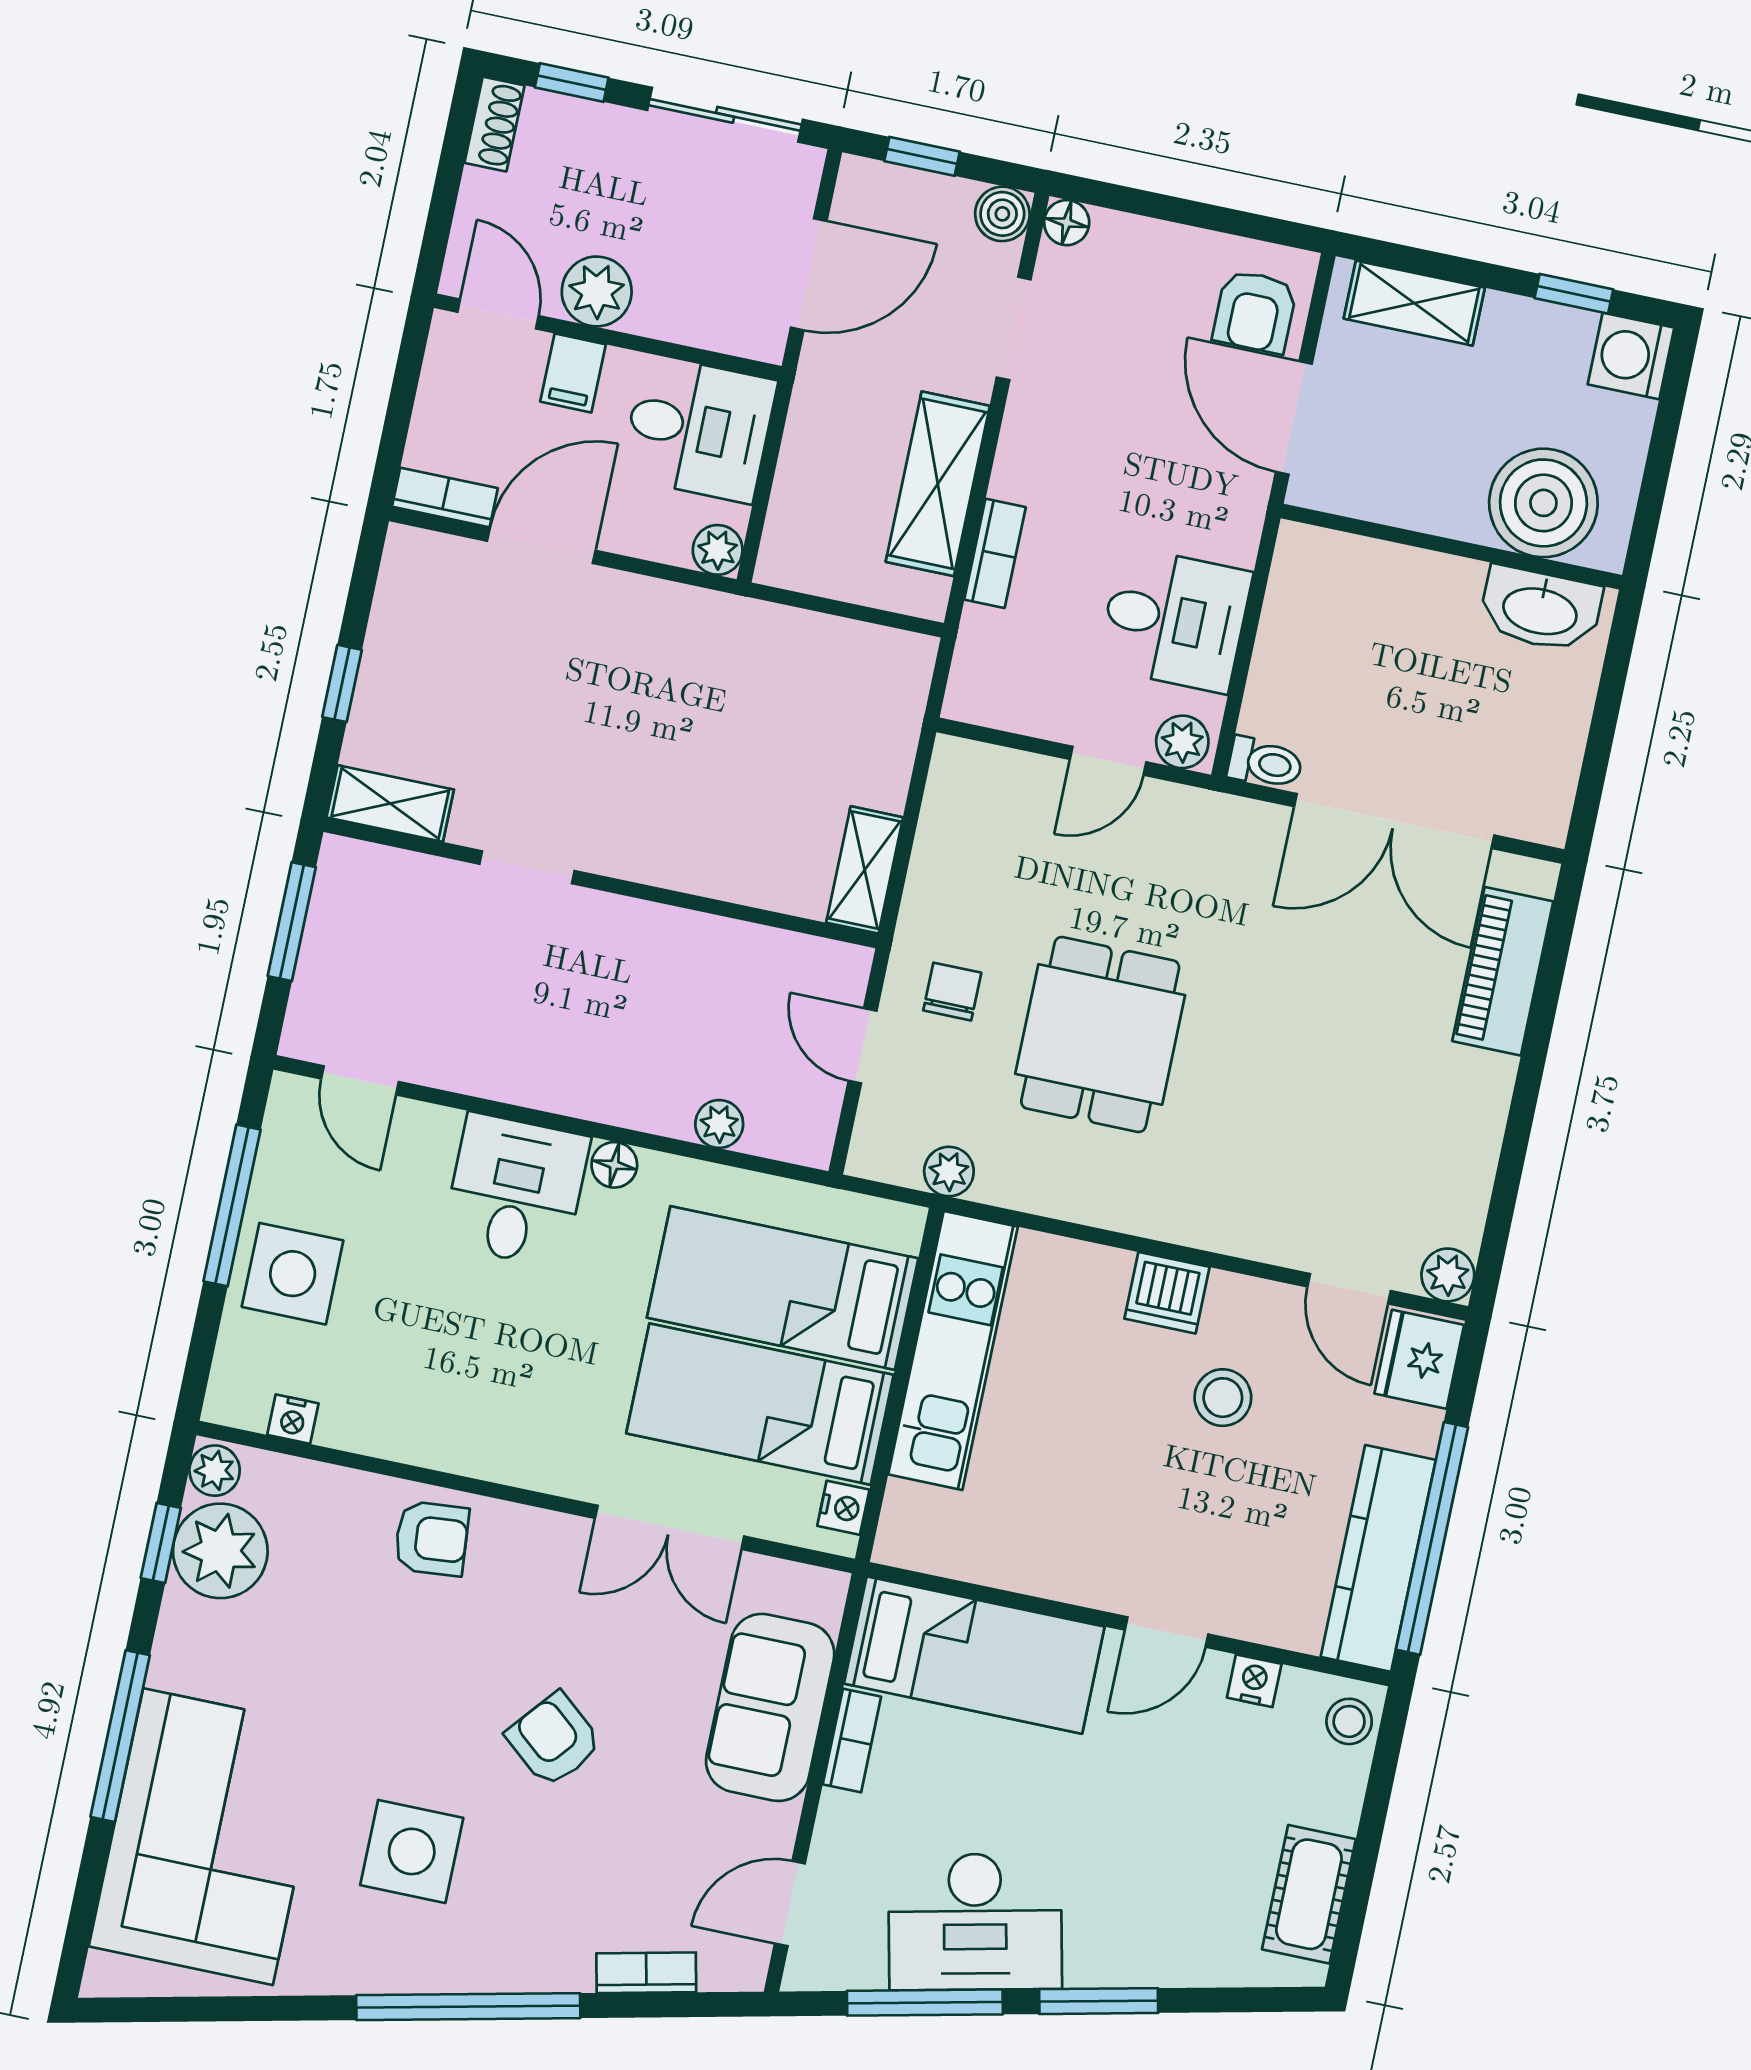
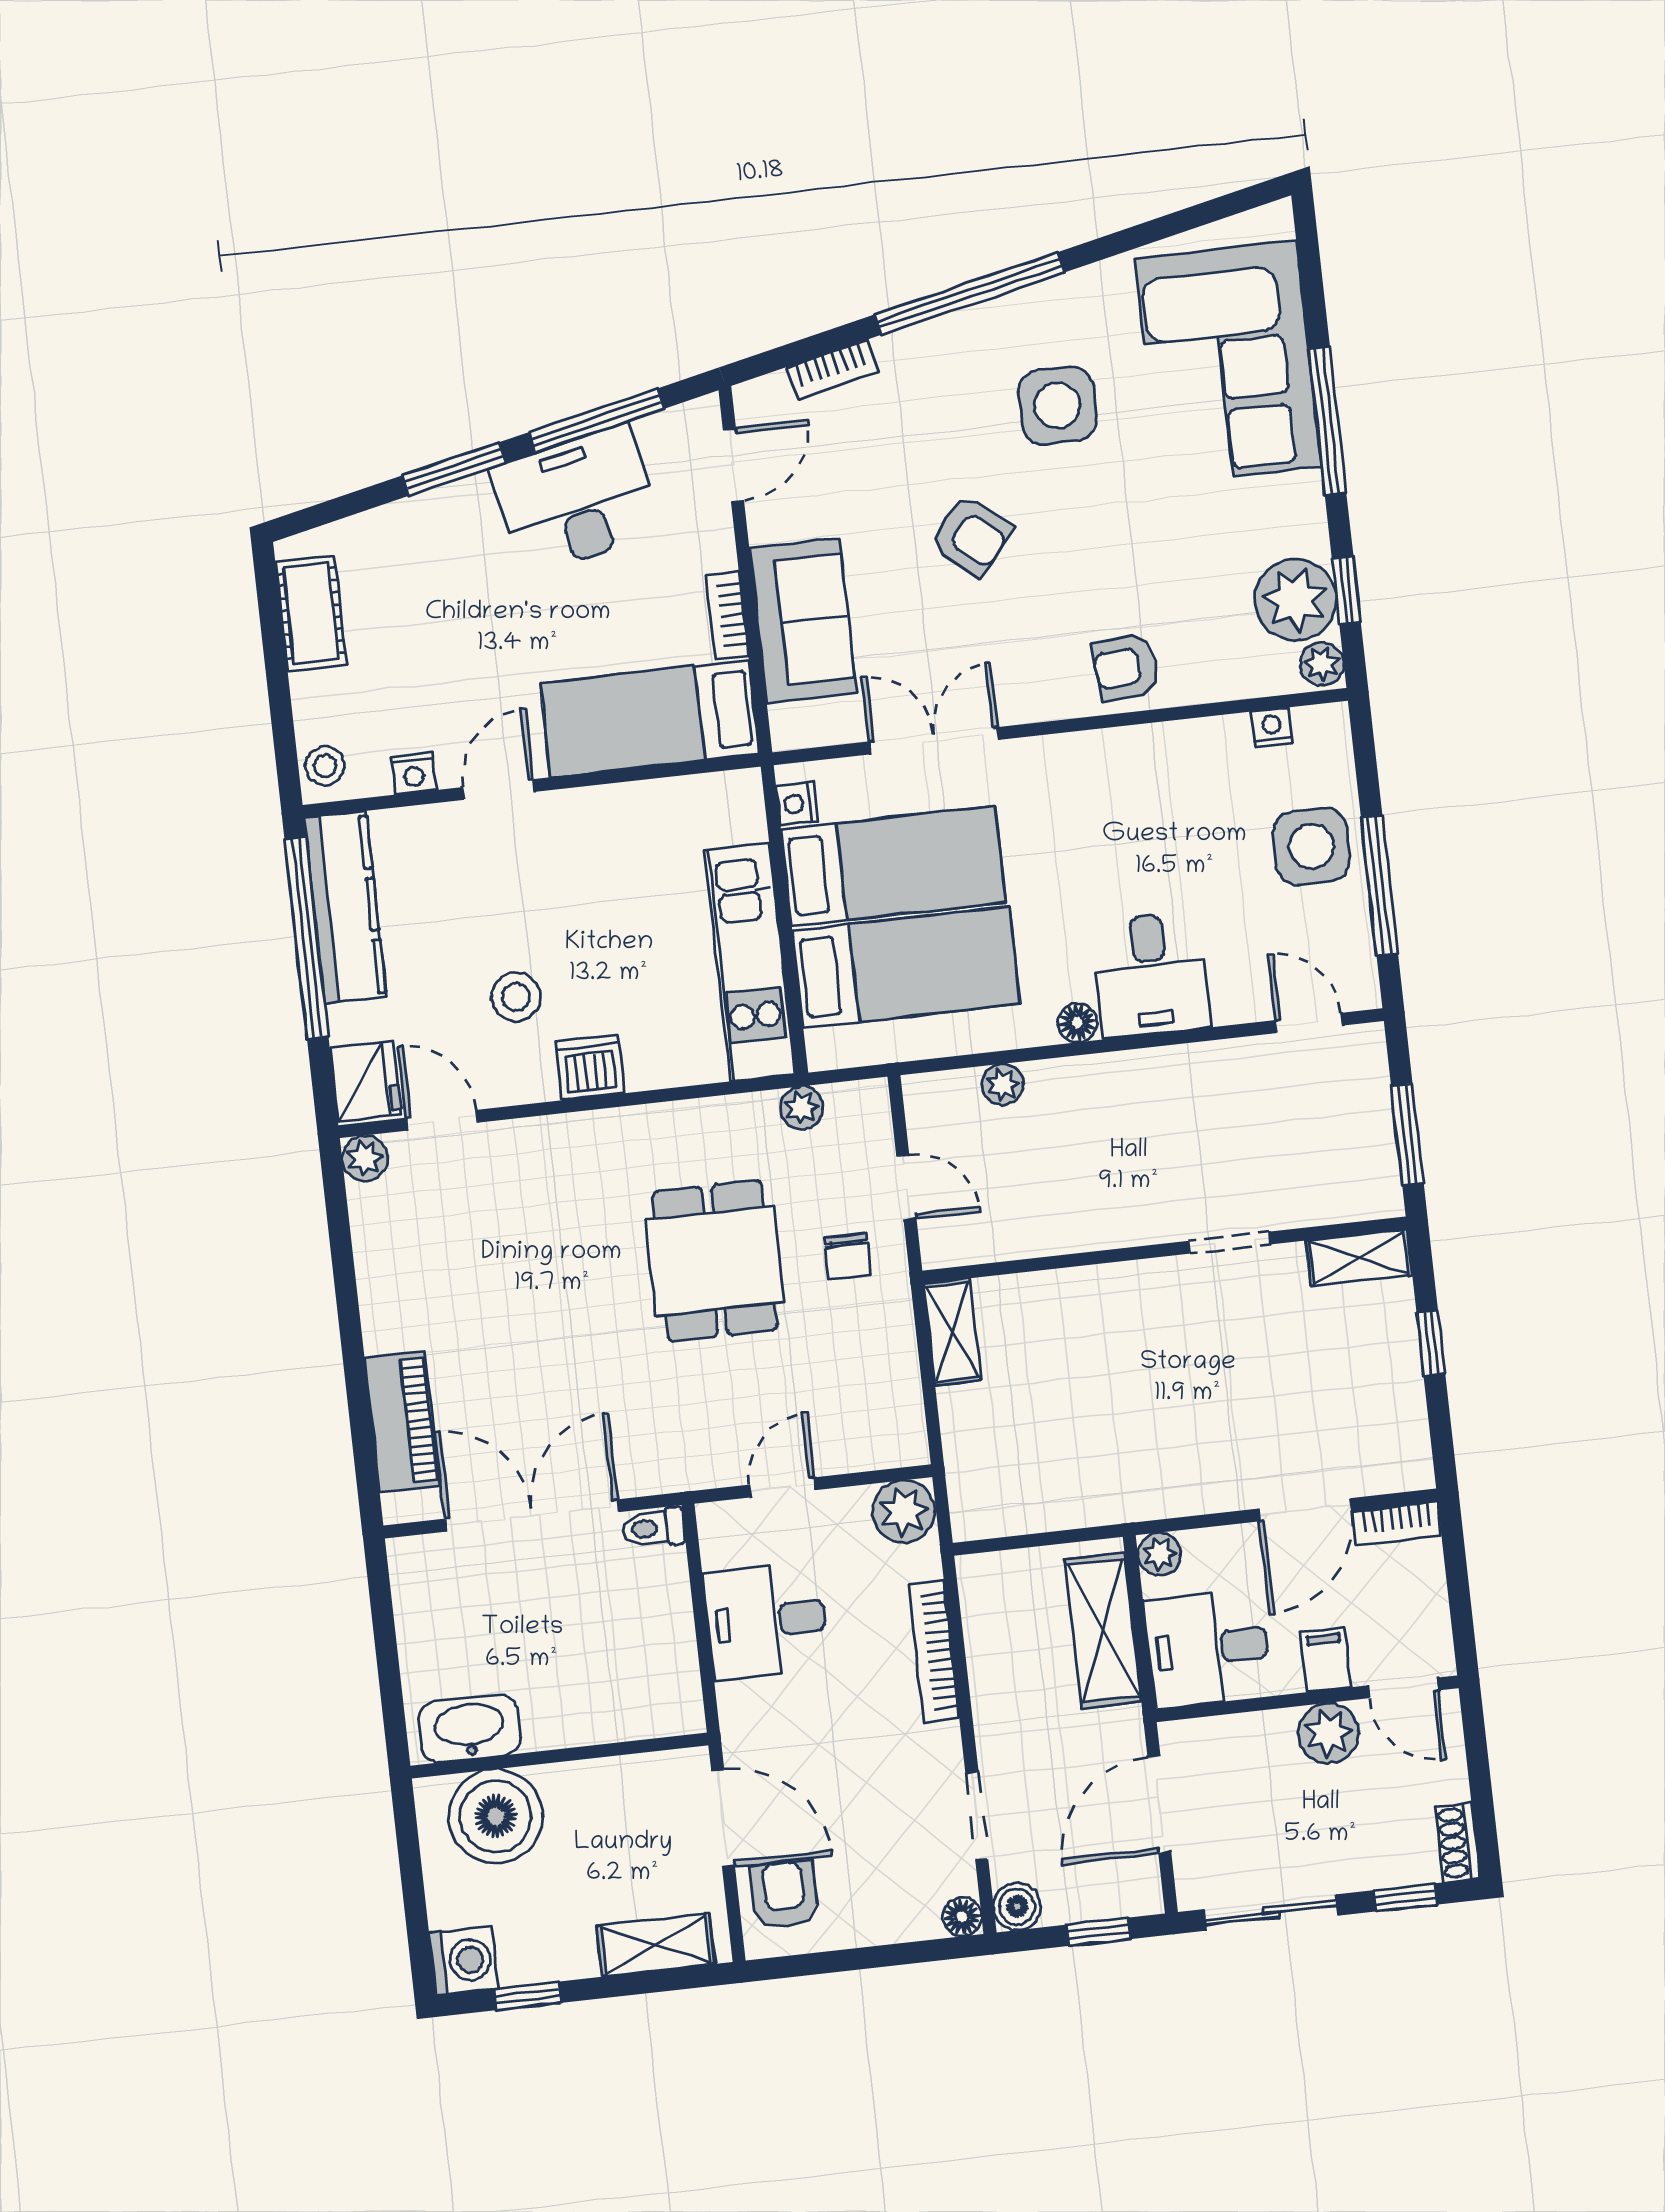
shelving: (938, 484) -> (1103, 1630), moved
bookcase: (995, 553) -> (934, 1651), width x1.56
plant: (1182, 742) -> (904, 1512), moved, width x1.38, depth x1.38

